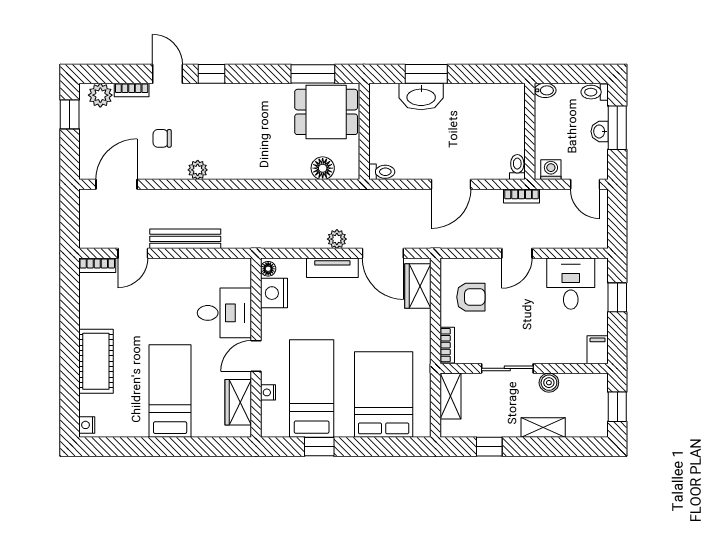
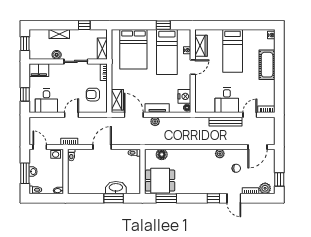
desk: (224, 313) -> (227, 100), moved, turned -90
filing cabinet: (598, 350) -> (39, 70), width x2.00

